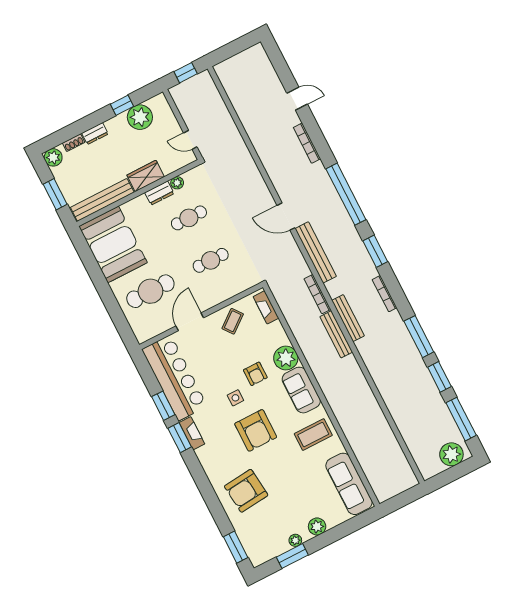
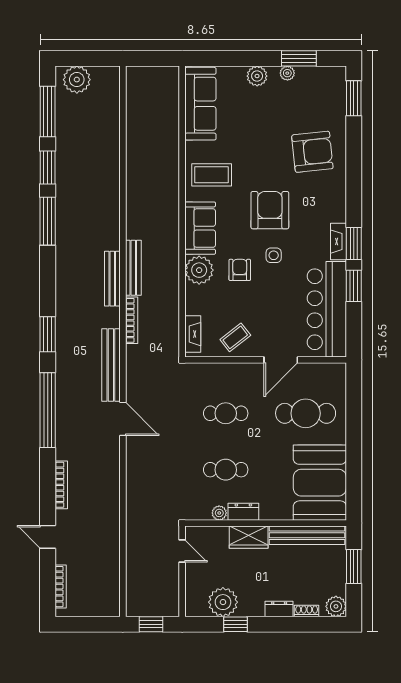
bookcase: (385, 294) -> (61, 587), moved

